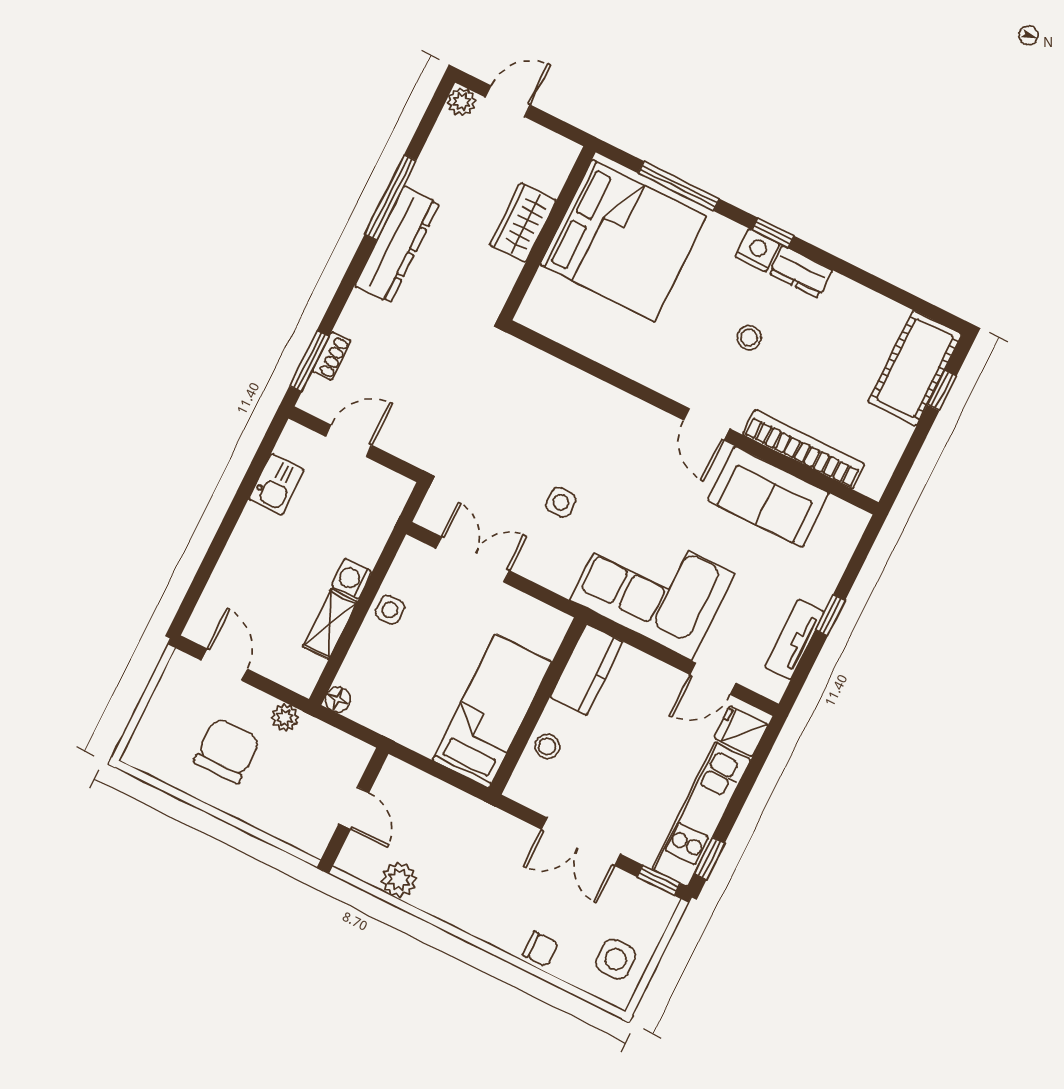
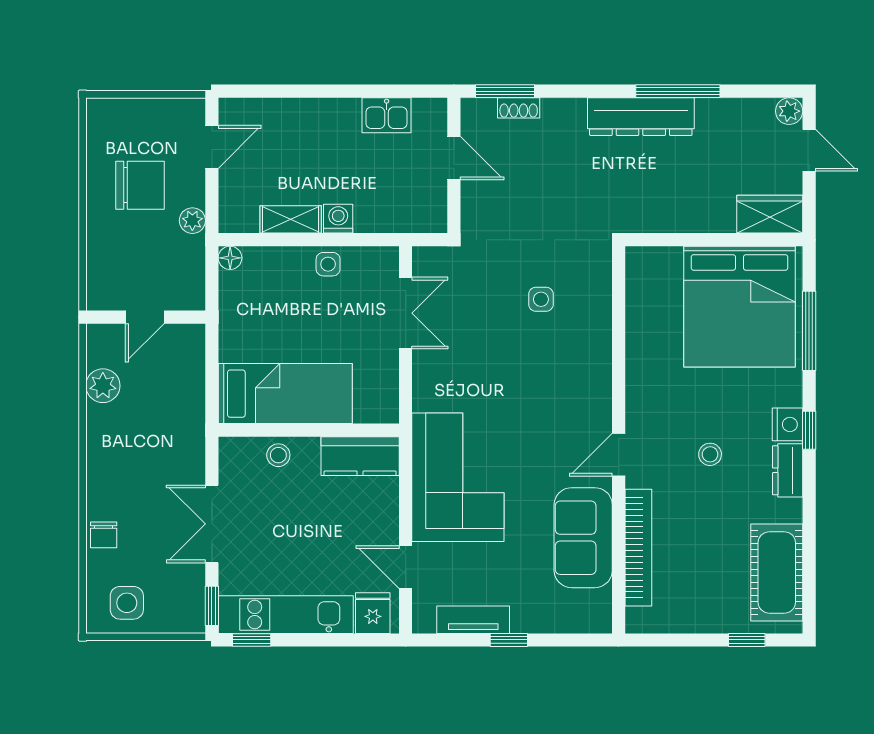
wardrobe: (523, 223) -> (770, 214), moved
cot: (915, 368) -> (777, 572), moved, turned 90
side table: (561, 502) -> (541, 299), moved

